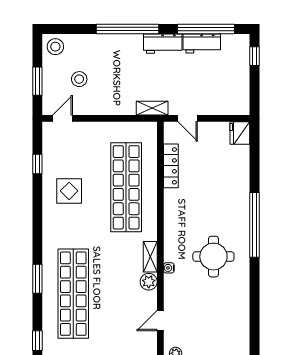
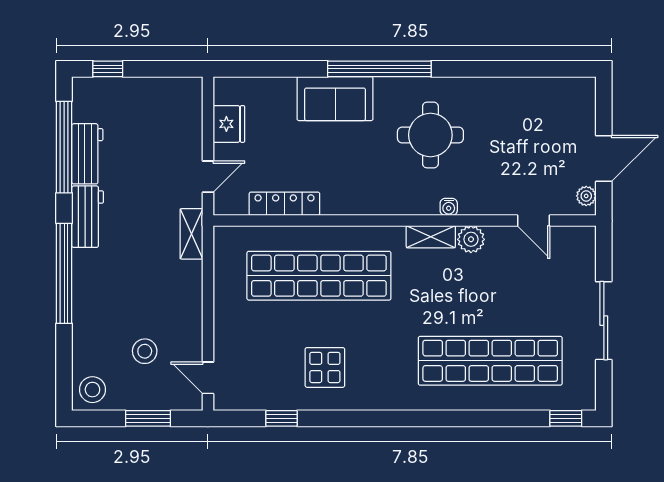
fridge: (240, 133) -> (229, 124), moved, turned -90
sofa: (236, 197) -> (335, 99), added
window: (37, 279) -> (466, 418), removed

